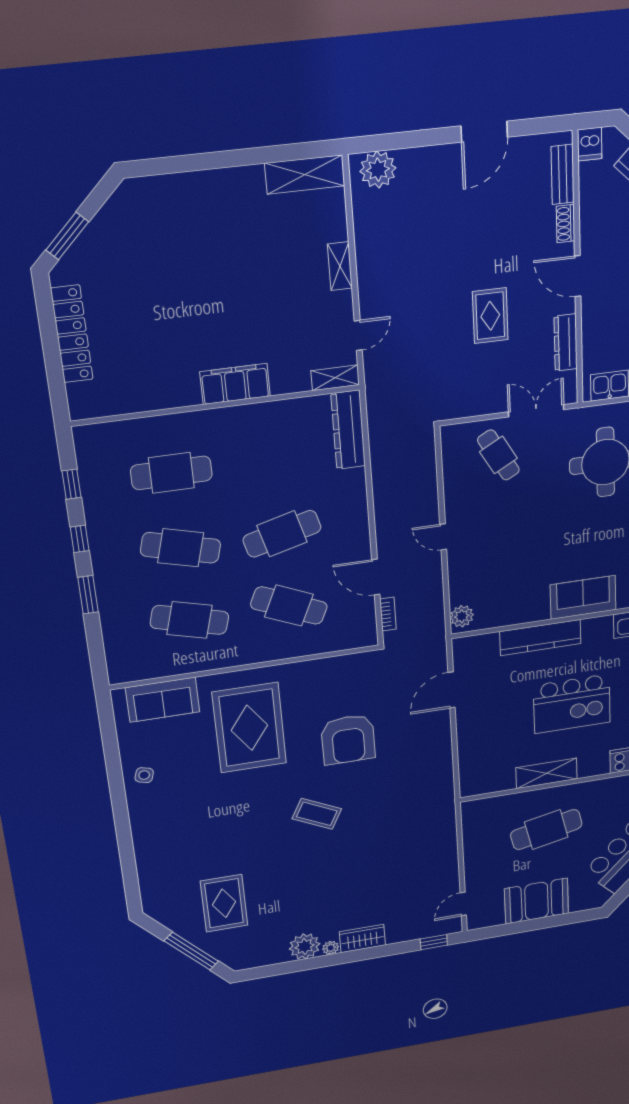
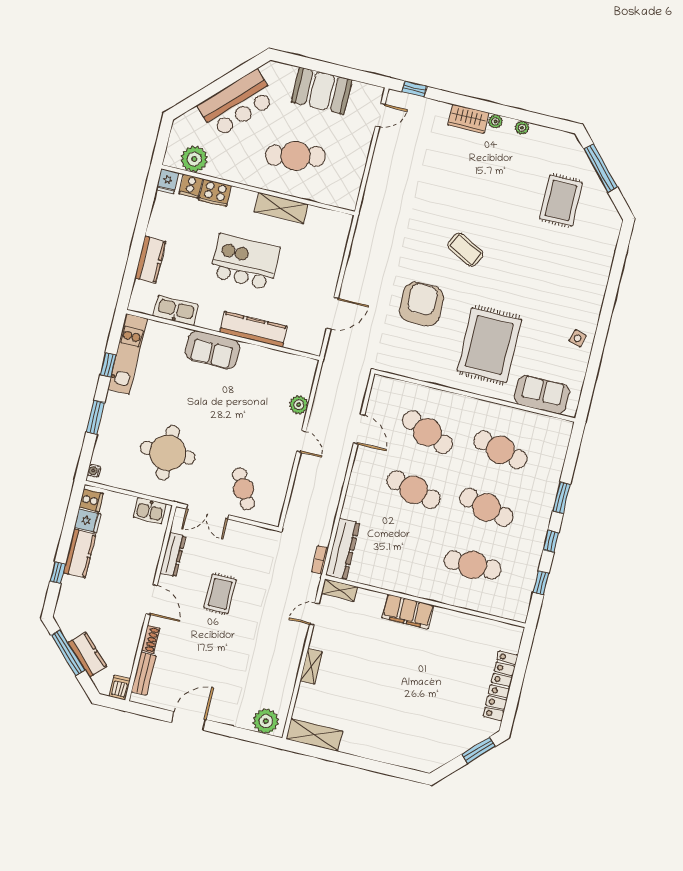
cafe table: (282, 534) -> (414, 490), turned 30
bookcase: (388, 614) -> (320, 560), moved
plant: (462, 616) -> (299, 405), moved
plant: (305, 946) -> (522, 128), width x0.53, depth x0.53

